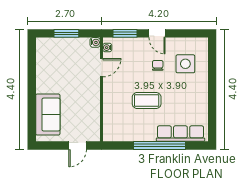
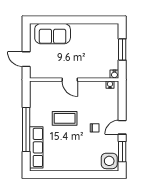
window: (125, 33) -> (122, 152), moved
side table: (185, 64) -> (109, 161), moved
door: (101, 68) -> (70, 80), moved
coffee table: (147, 100) -> (65, 118), turned 90

